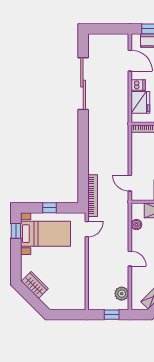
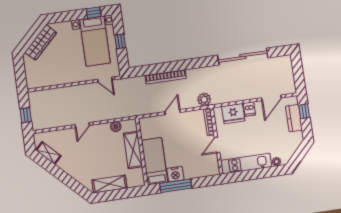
door: (130, 183) -> (173, 112), moved
bookcase: (93, 196) -> (166, 77), moved
wardrobe: (35, 285) -> (41, 42), width x1.50
plant: (122, 294) -> (204, 99), moved

